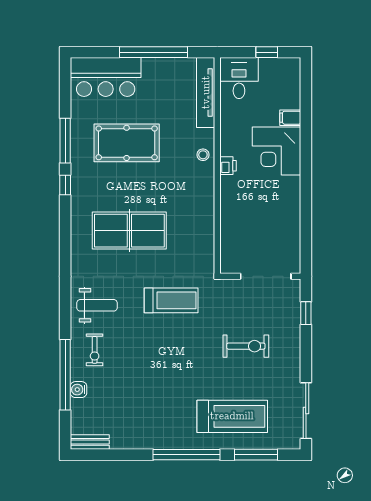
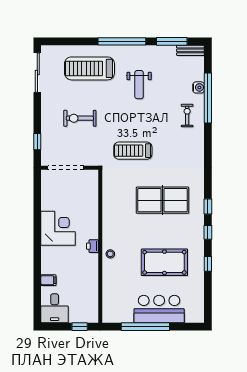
window: (267, 52) -> (80, 327), moved
bar counter: (106, 77) -> (159, 309), moved
desk: (239, 78) -> (55, 308), moved
tv unit: (206, 92) -> (108, 298), removed
window: (65, 141) -> (208, 264), width x0.46
corner desk: (277, 151) -> (58, 228), moved
window: (65, 222) -> (208, 207), added
weight bench: (97, 305) -> (139, 85), moved, turned -90
window: (256, 455) -> (172, 41), moved

